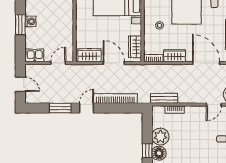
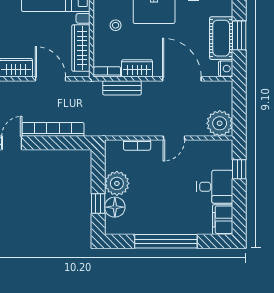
wardrobe: (135, 47) -> (81, 48), width x1.50
bench: (164, 98) -> (122, 88), moved
door: (214, 105) -> (174, 138), moved

